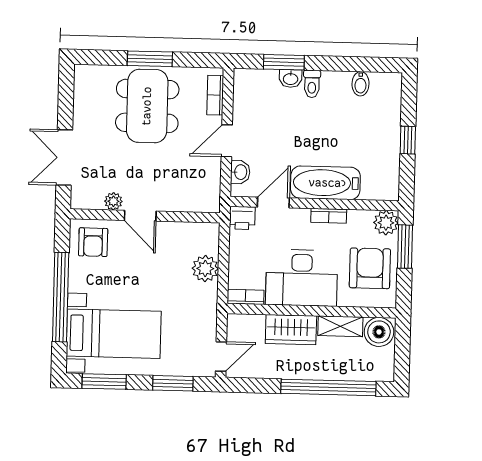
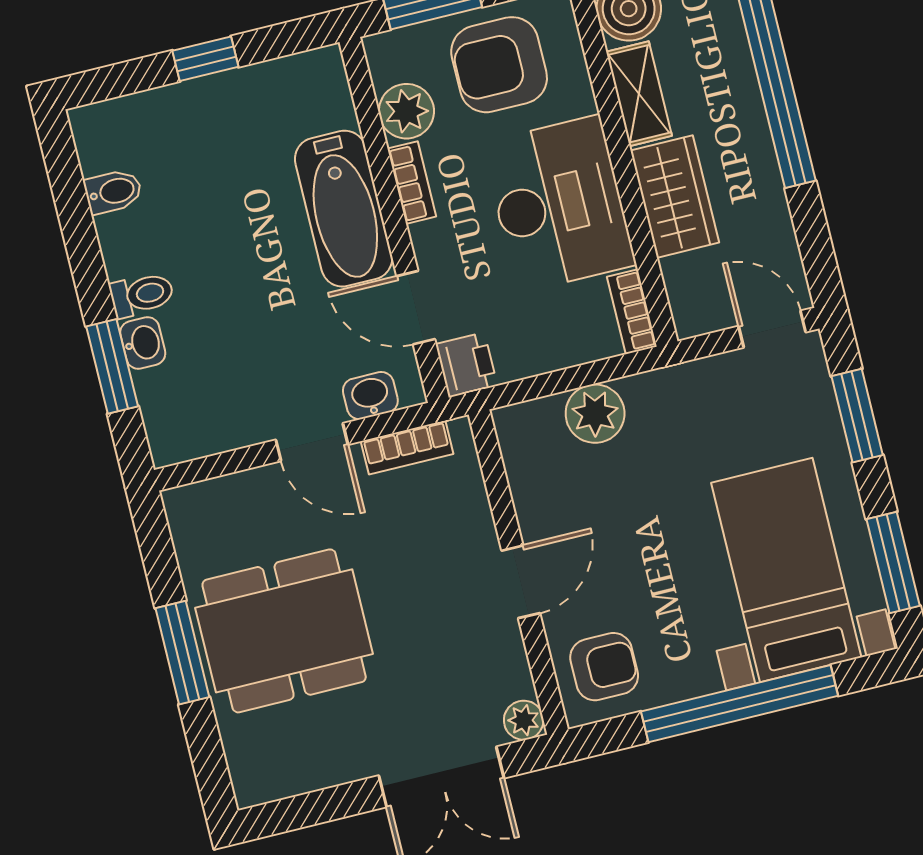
bookcase: (215, 95) -> (407, 447), moved
plant: (113, 201) -> (524, 720), moved
plant: (386, 223) -> (406, 111), moved

